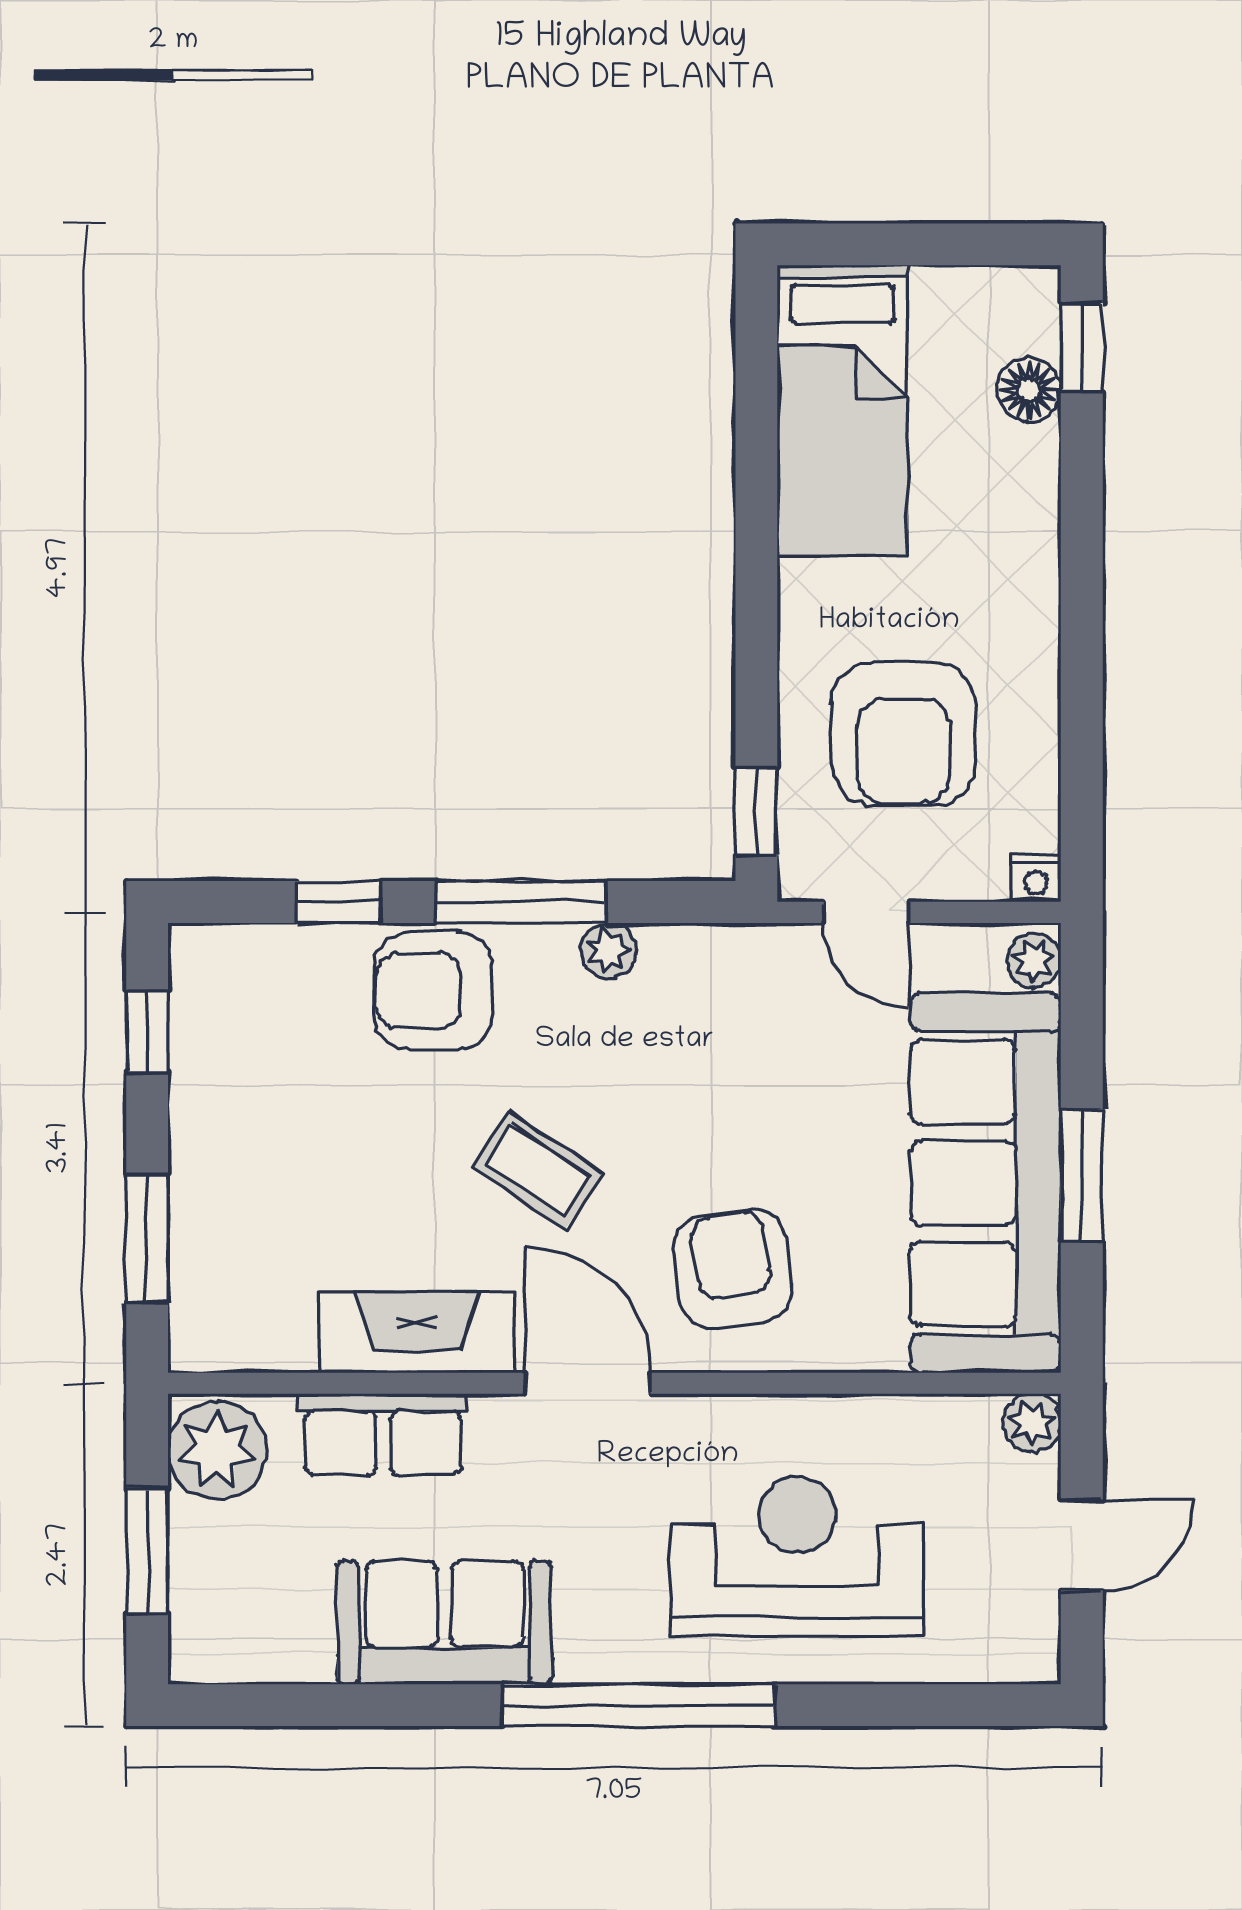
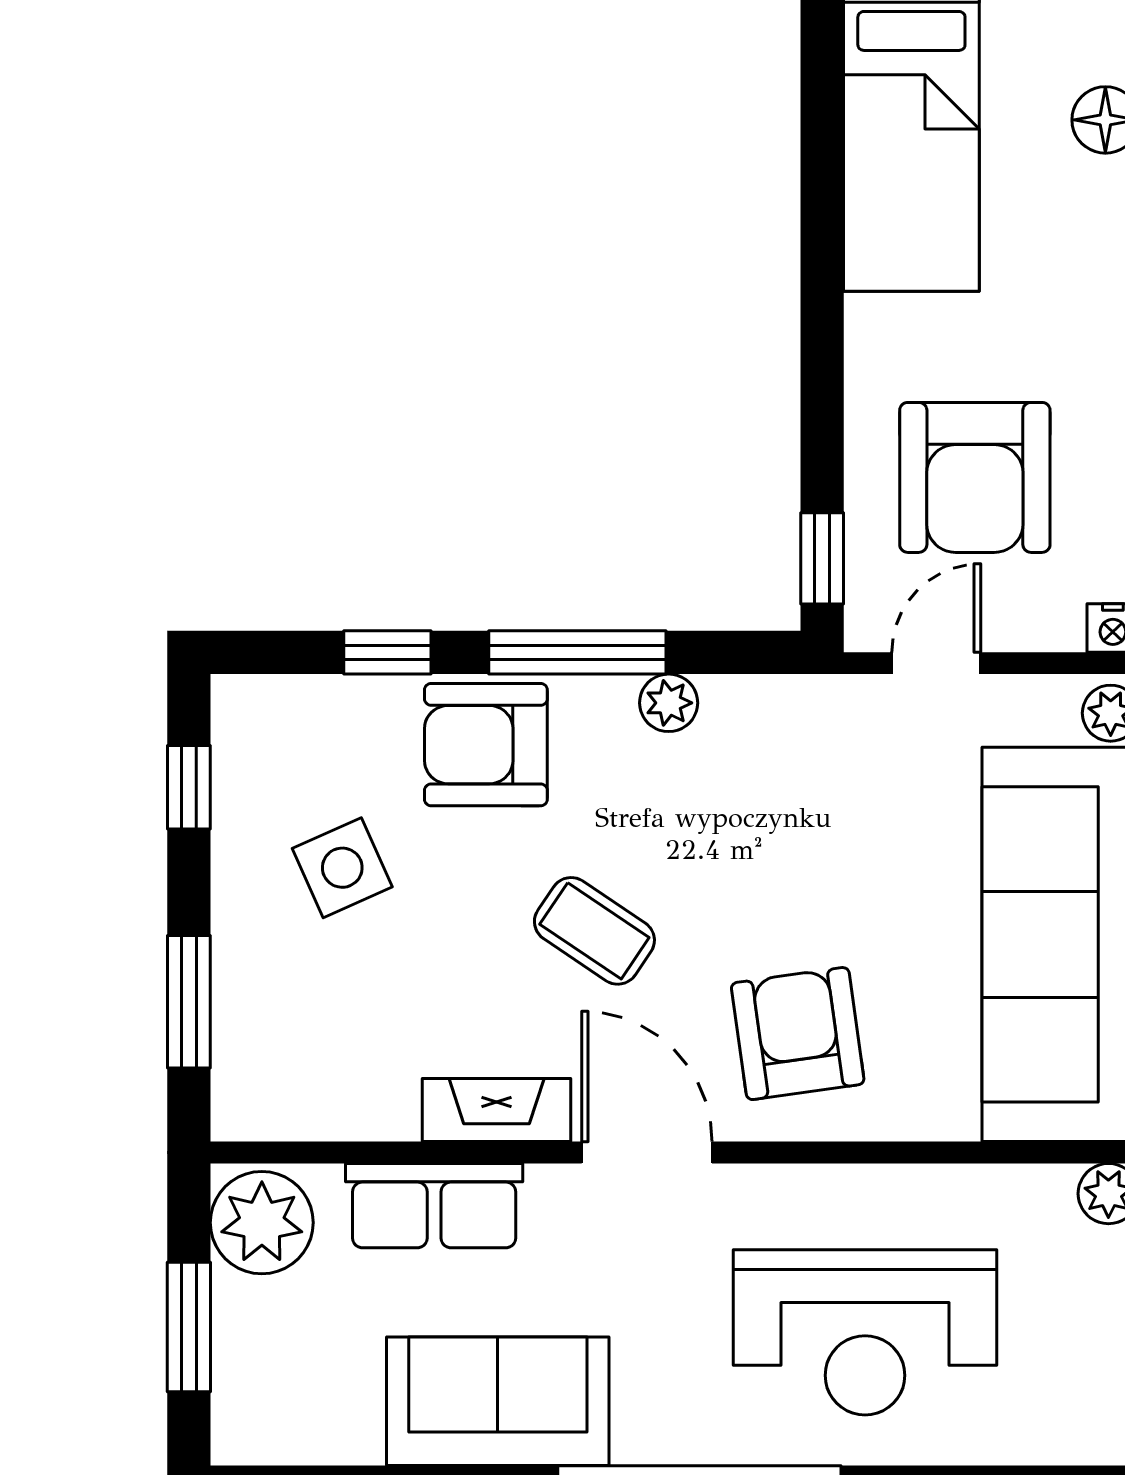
door: (866, 912) -> (936, 663), swing flipped
side table: (295, 1109) -> (342, 868), added
fireplace: (417, 1333) -> (497, 1110), width x0.73, depth x0.76
reception desk: (798, 1556) -> (865, 1332), turned 180

